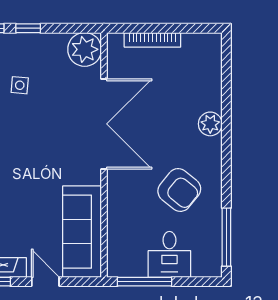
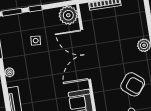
double door: (104, 124) -> (86, 55), swing flipped

